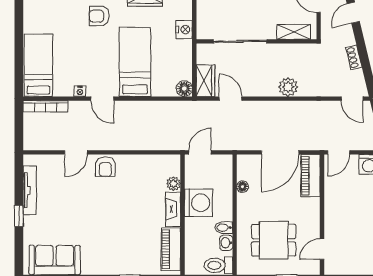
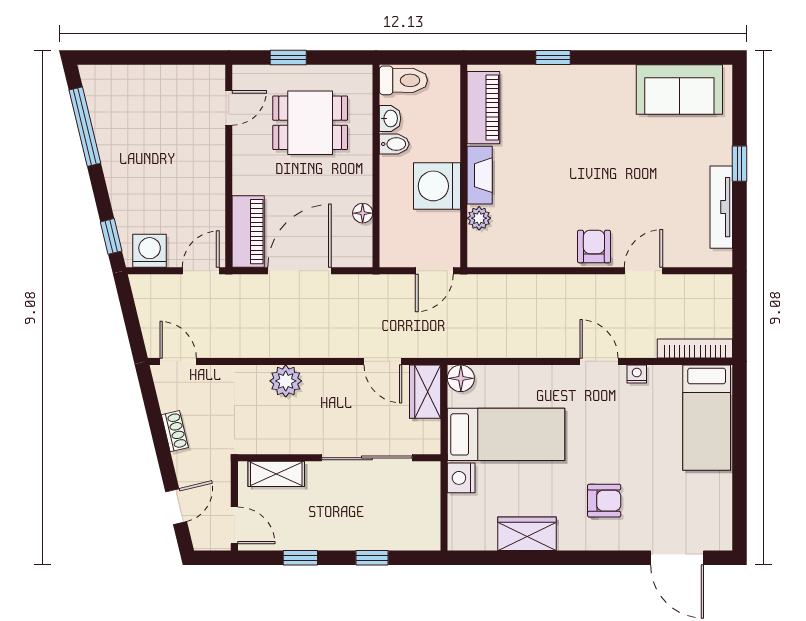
bed: (135, 62) -> (506, 434), moved, turned -90

